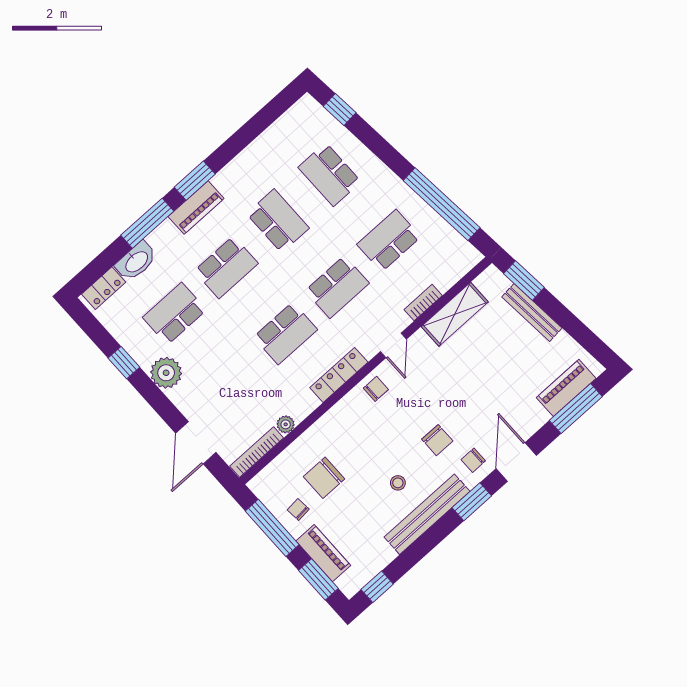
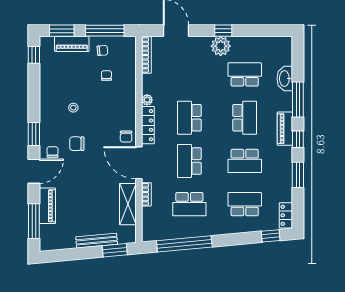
window: (237, 142) -> (298, 175), added
window: (195, 181) -> (298, 139), width x0.67
school desk: (389, 241) -> (189, 204), turned 90
school desk: (226, 267) -> (245, 118), turned 180
locker: (104, 288) -> (286, 215), moved
school desk: (174, 314) -> (245, 74), turned -90
door: (393, 345) -> (139, 163), width x1.87
window: (124, 363) -> (223, 31), moved
piano: (566, 388) -> (47, 206), moved
plant: (286, 424) -> (147, 100), moved
door: (516, 462) -> (34, 171), hinge flipped
chair: (324, 478) -> (106, 76), width x0.54, depth x0.54
bench: (427, 514) -> (47, 108), removed

